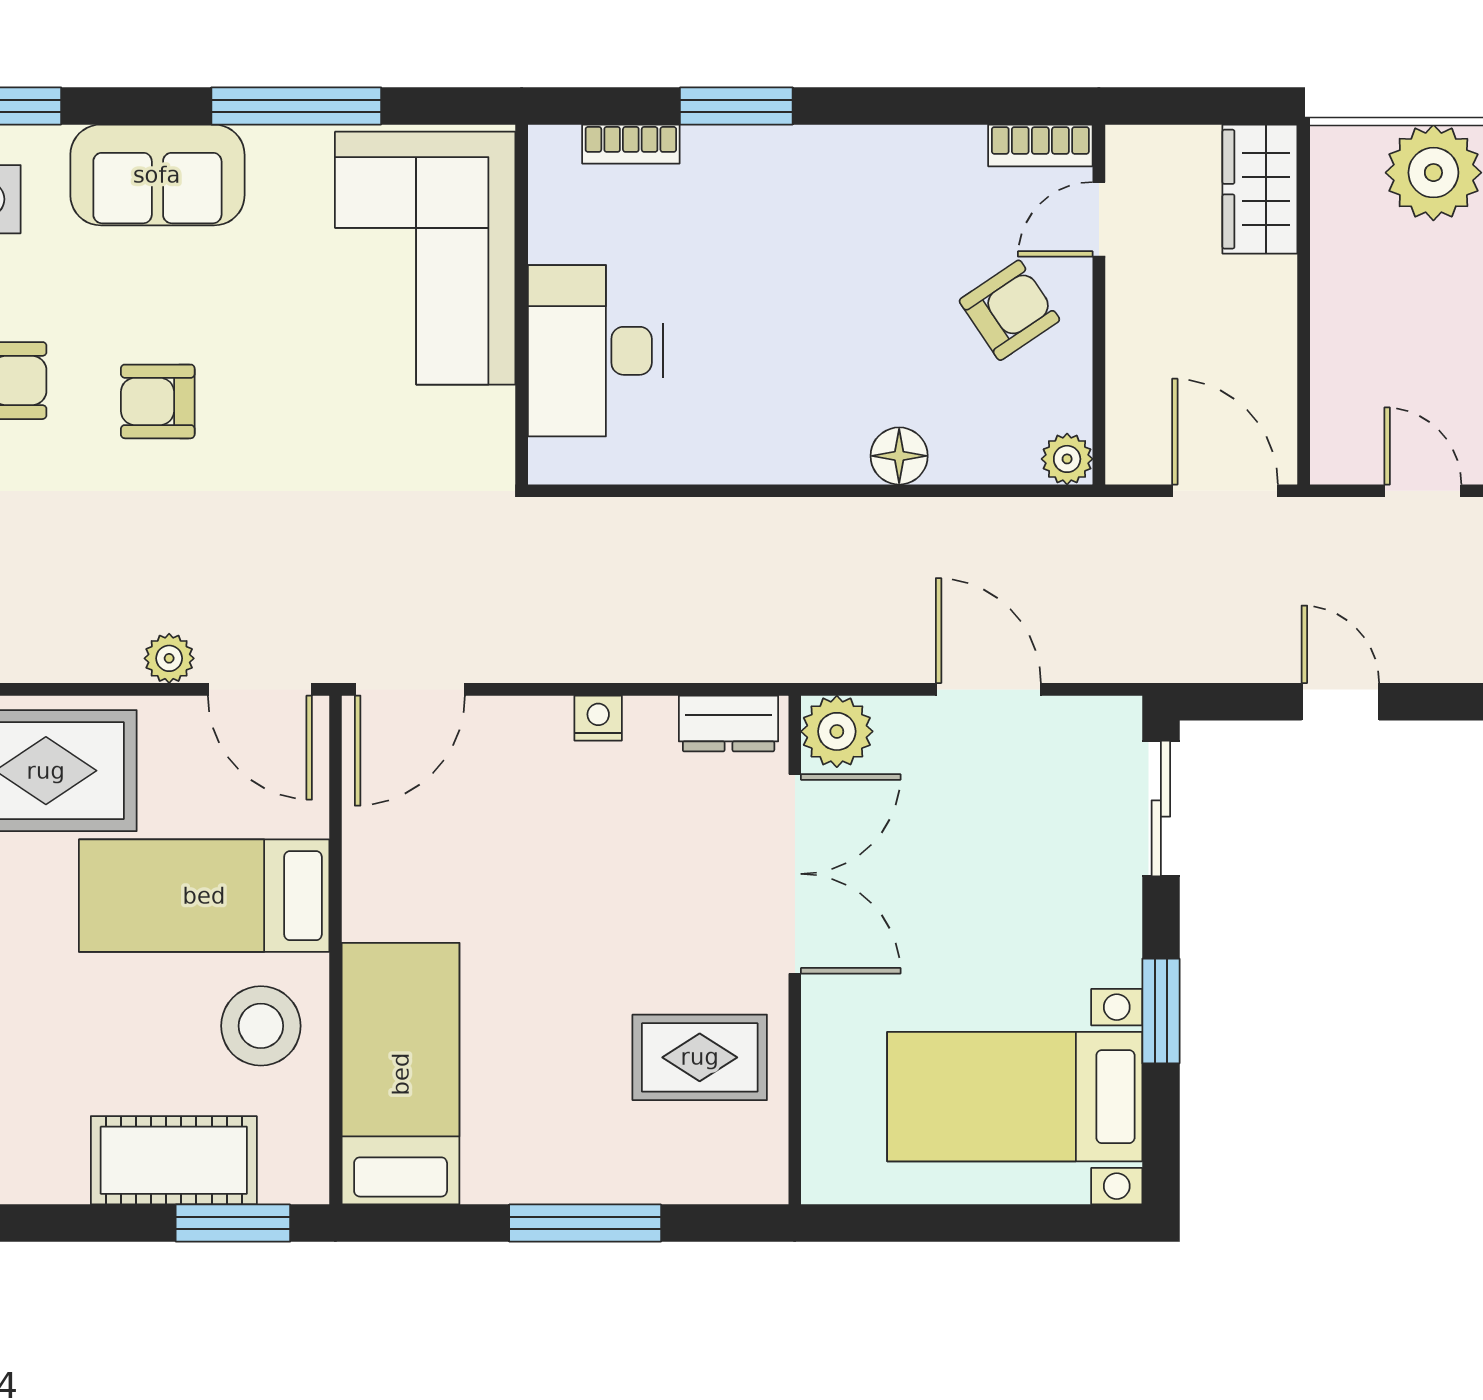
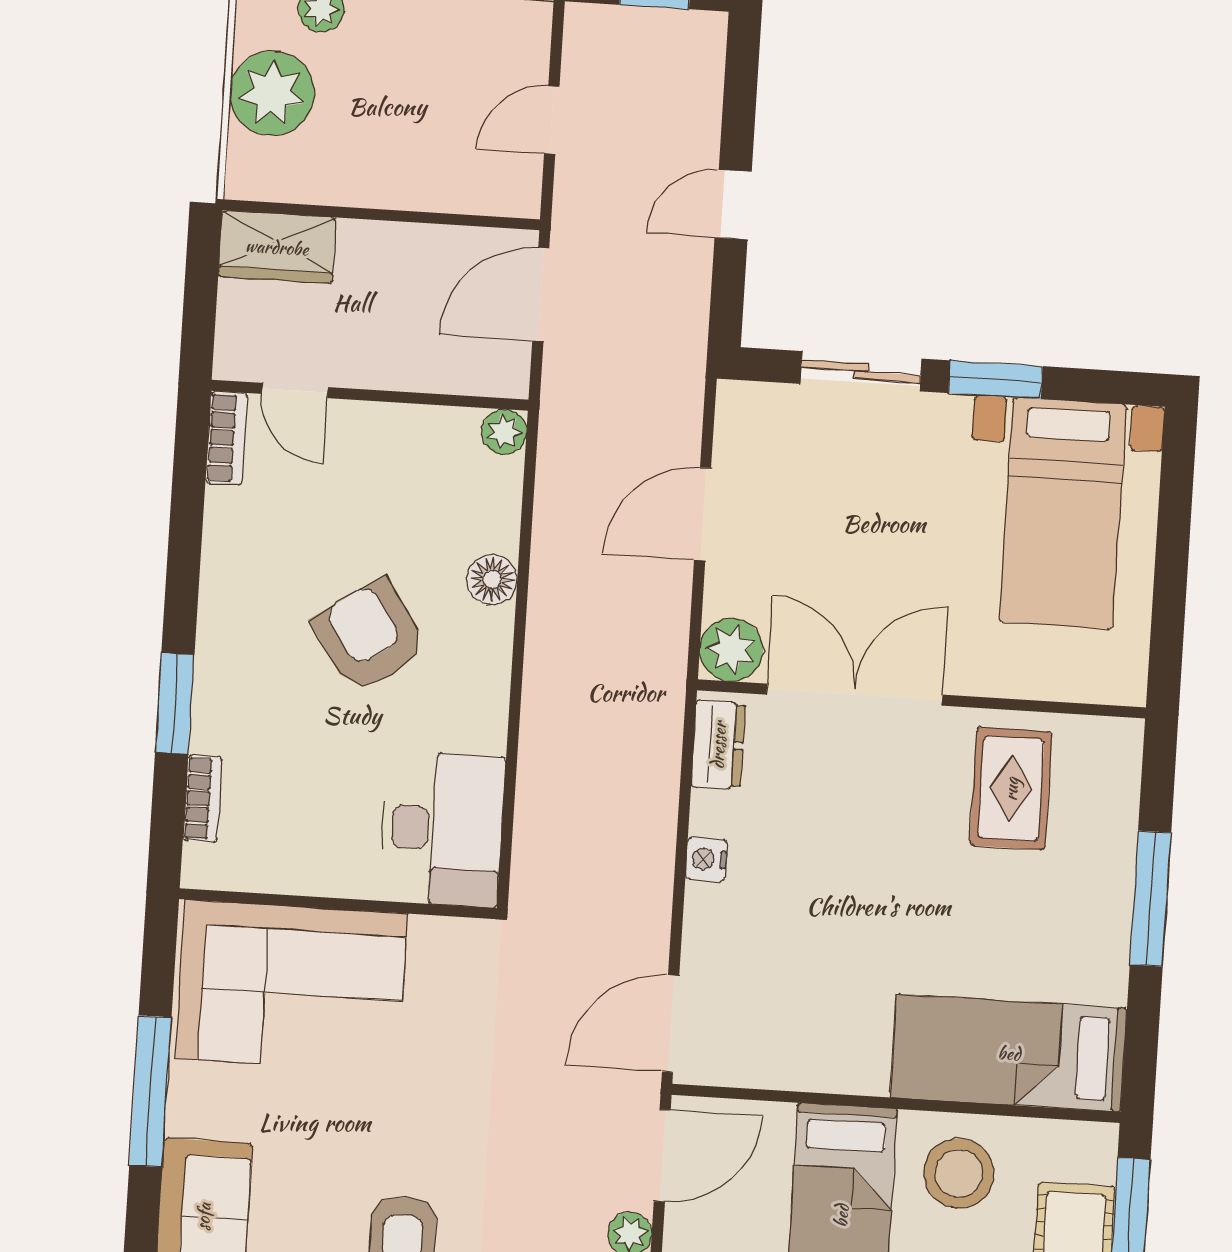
armchair: (1009, 310) -> (370, 636), moved, width x1.38, depth x1.38
desk: (595, 351) -> (442, 829), moved, turned -90
door: (410, 689) -> (671, 1023), swing flipped
sliding door: (1161, 808) -> (861, 371), moved

